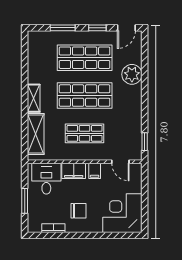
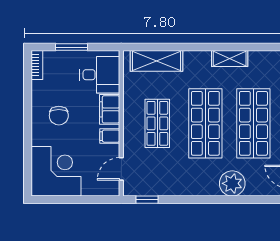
shelving: (34, 98) -> (230, 59), moved
bookcase: (53, 228) -> (37, 65), moved

